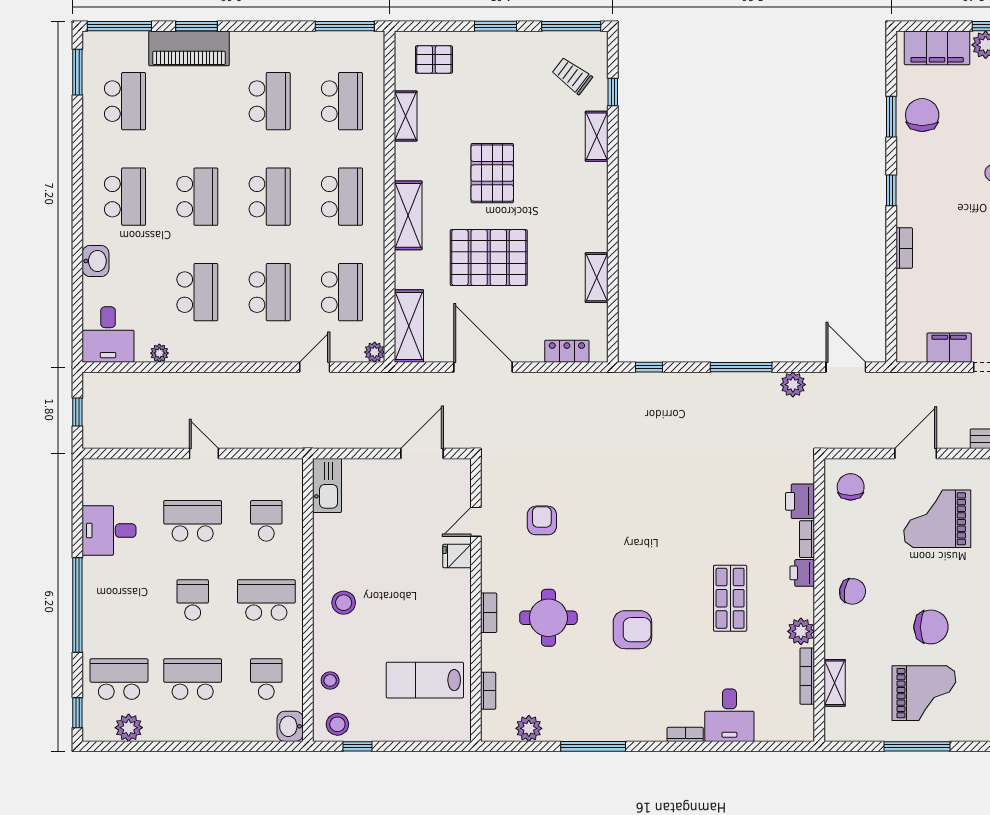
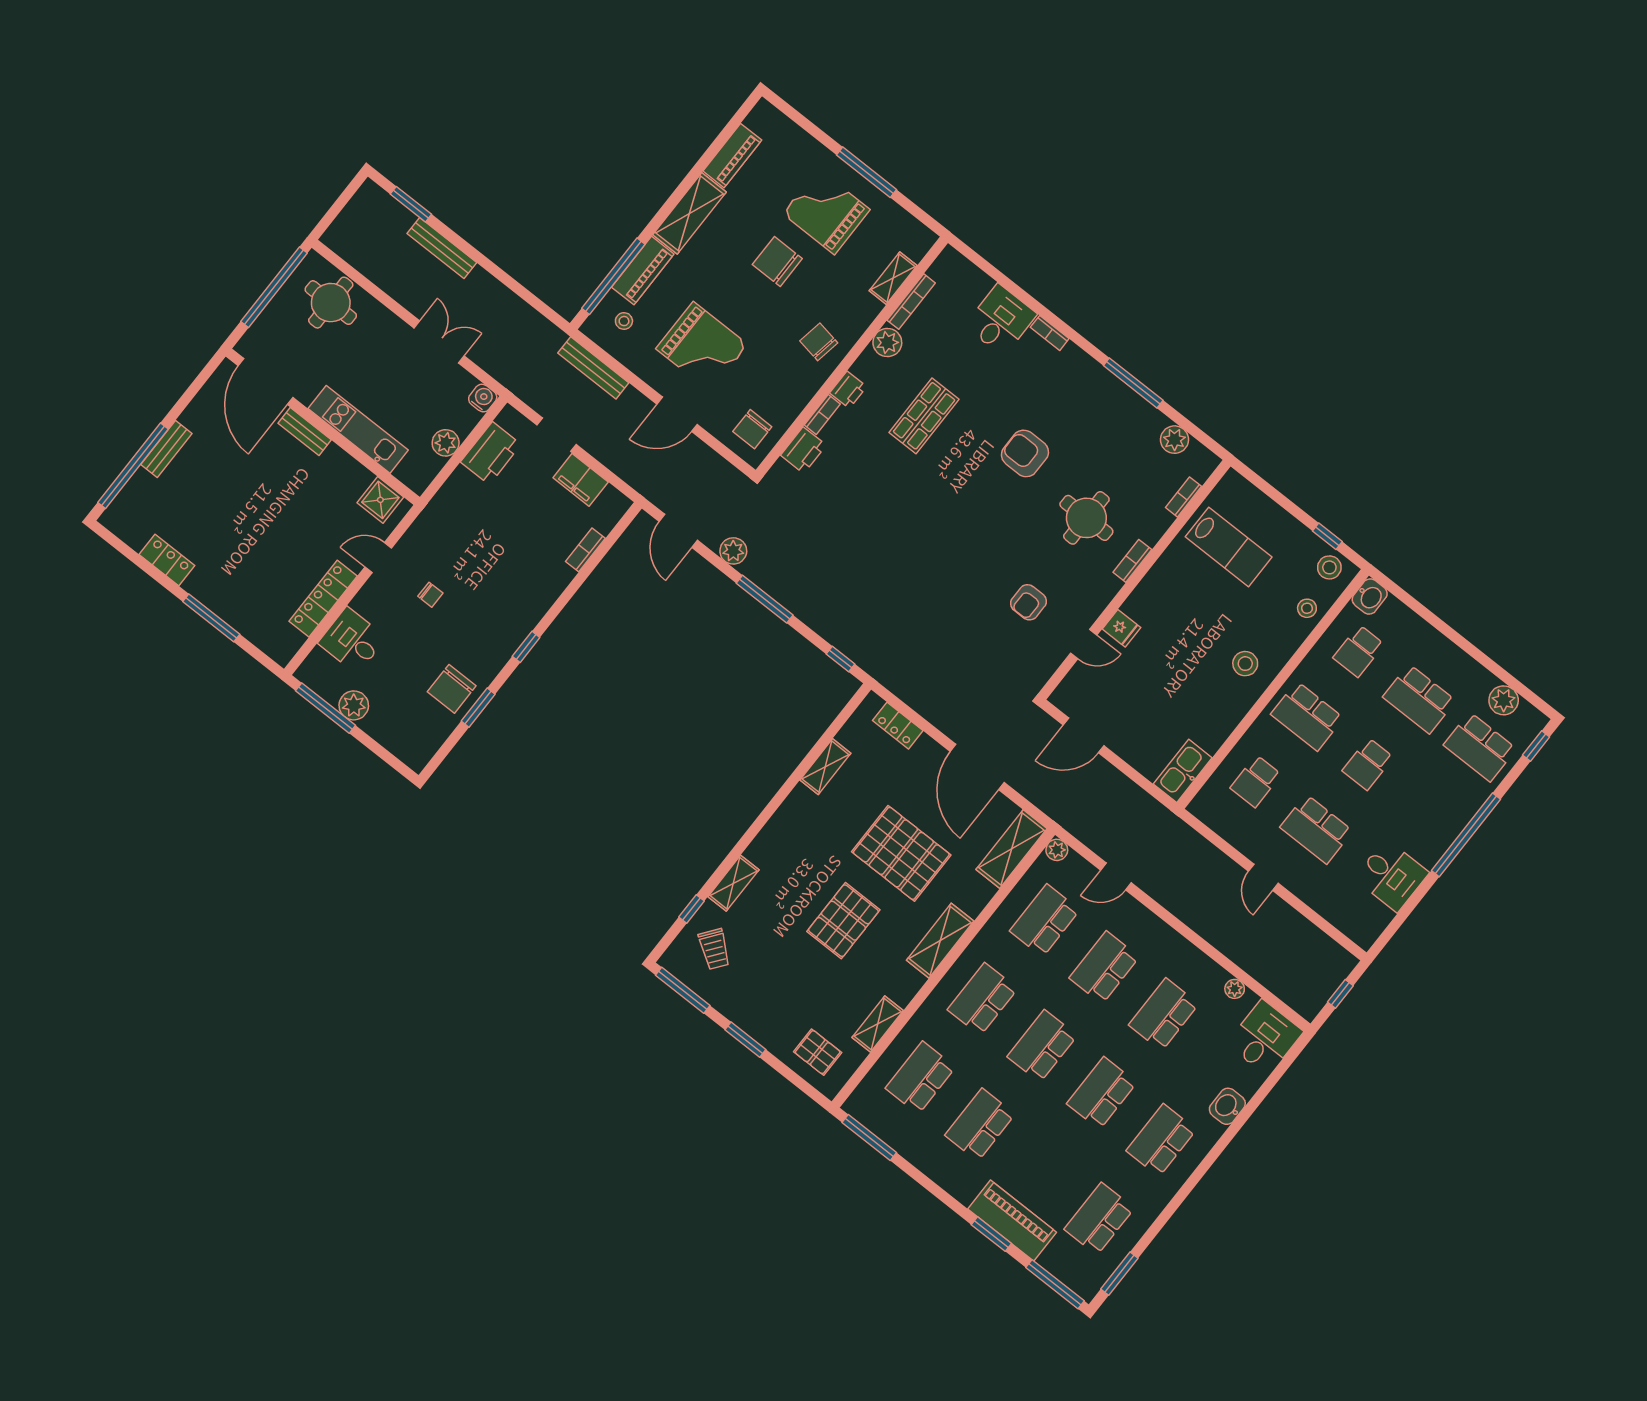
filing cabinet: (937, 48) -> (396, 734), removed
bookcase: (904, 248) -> (585, 550), moved

